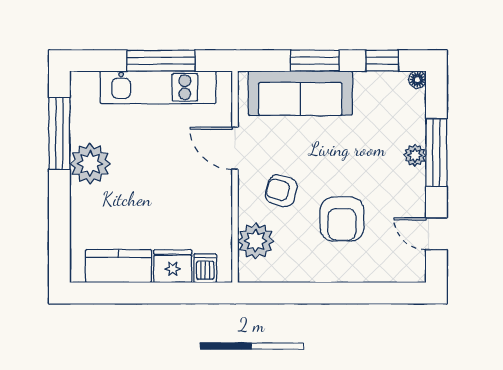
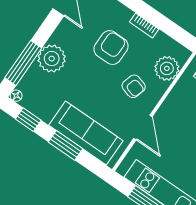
window: (436, 153) -> (23, 63), moved
plant: (415, 155) -> (52, 59), width x1.87, depth x1.87
bookcase: (320, 274) -> (144, 25), added

